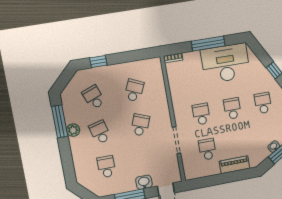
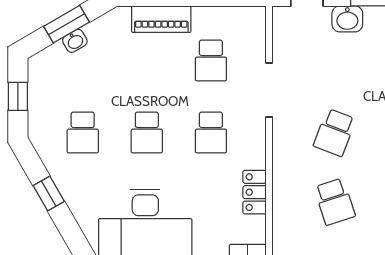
locker: (175, 88) -> (255, 192), added
school desk: (134, 90) -> (335, 202), turned -42

